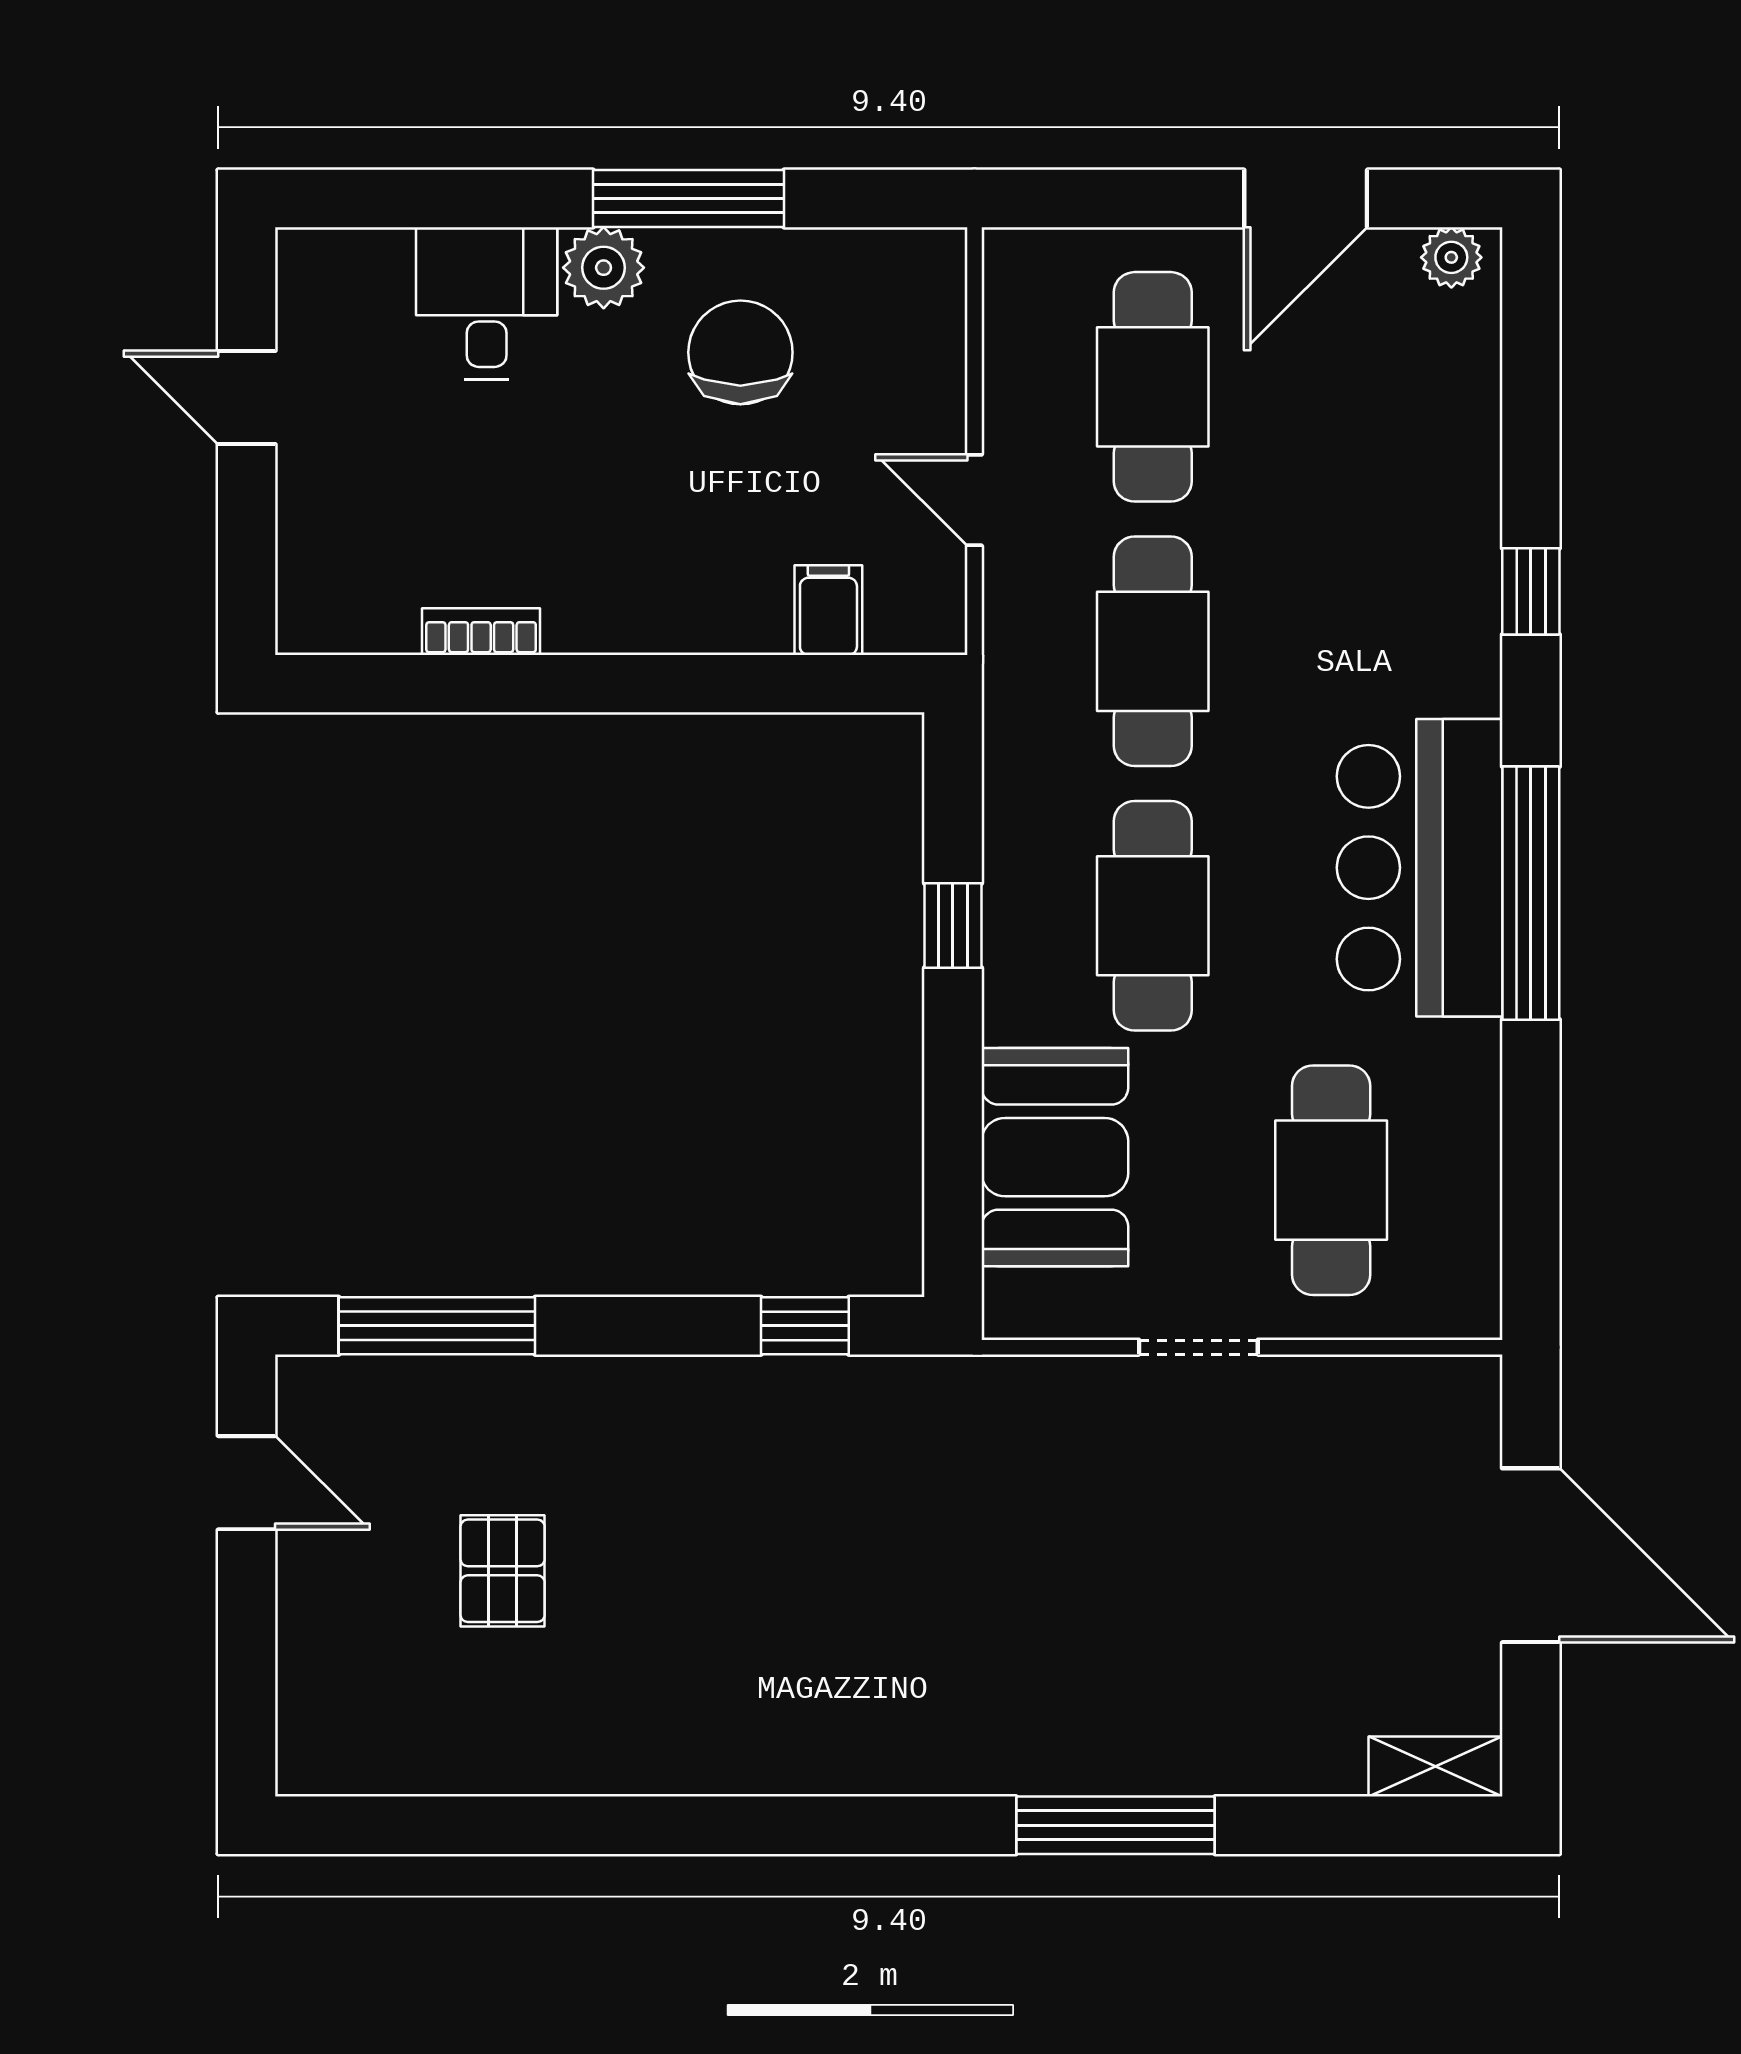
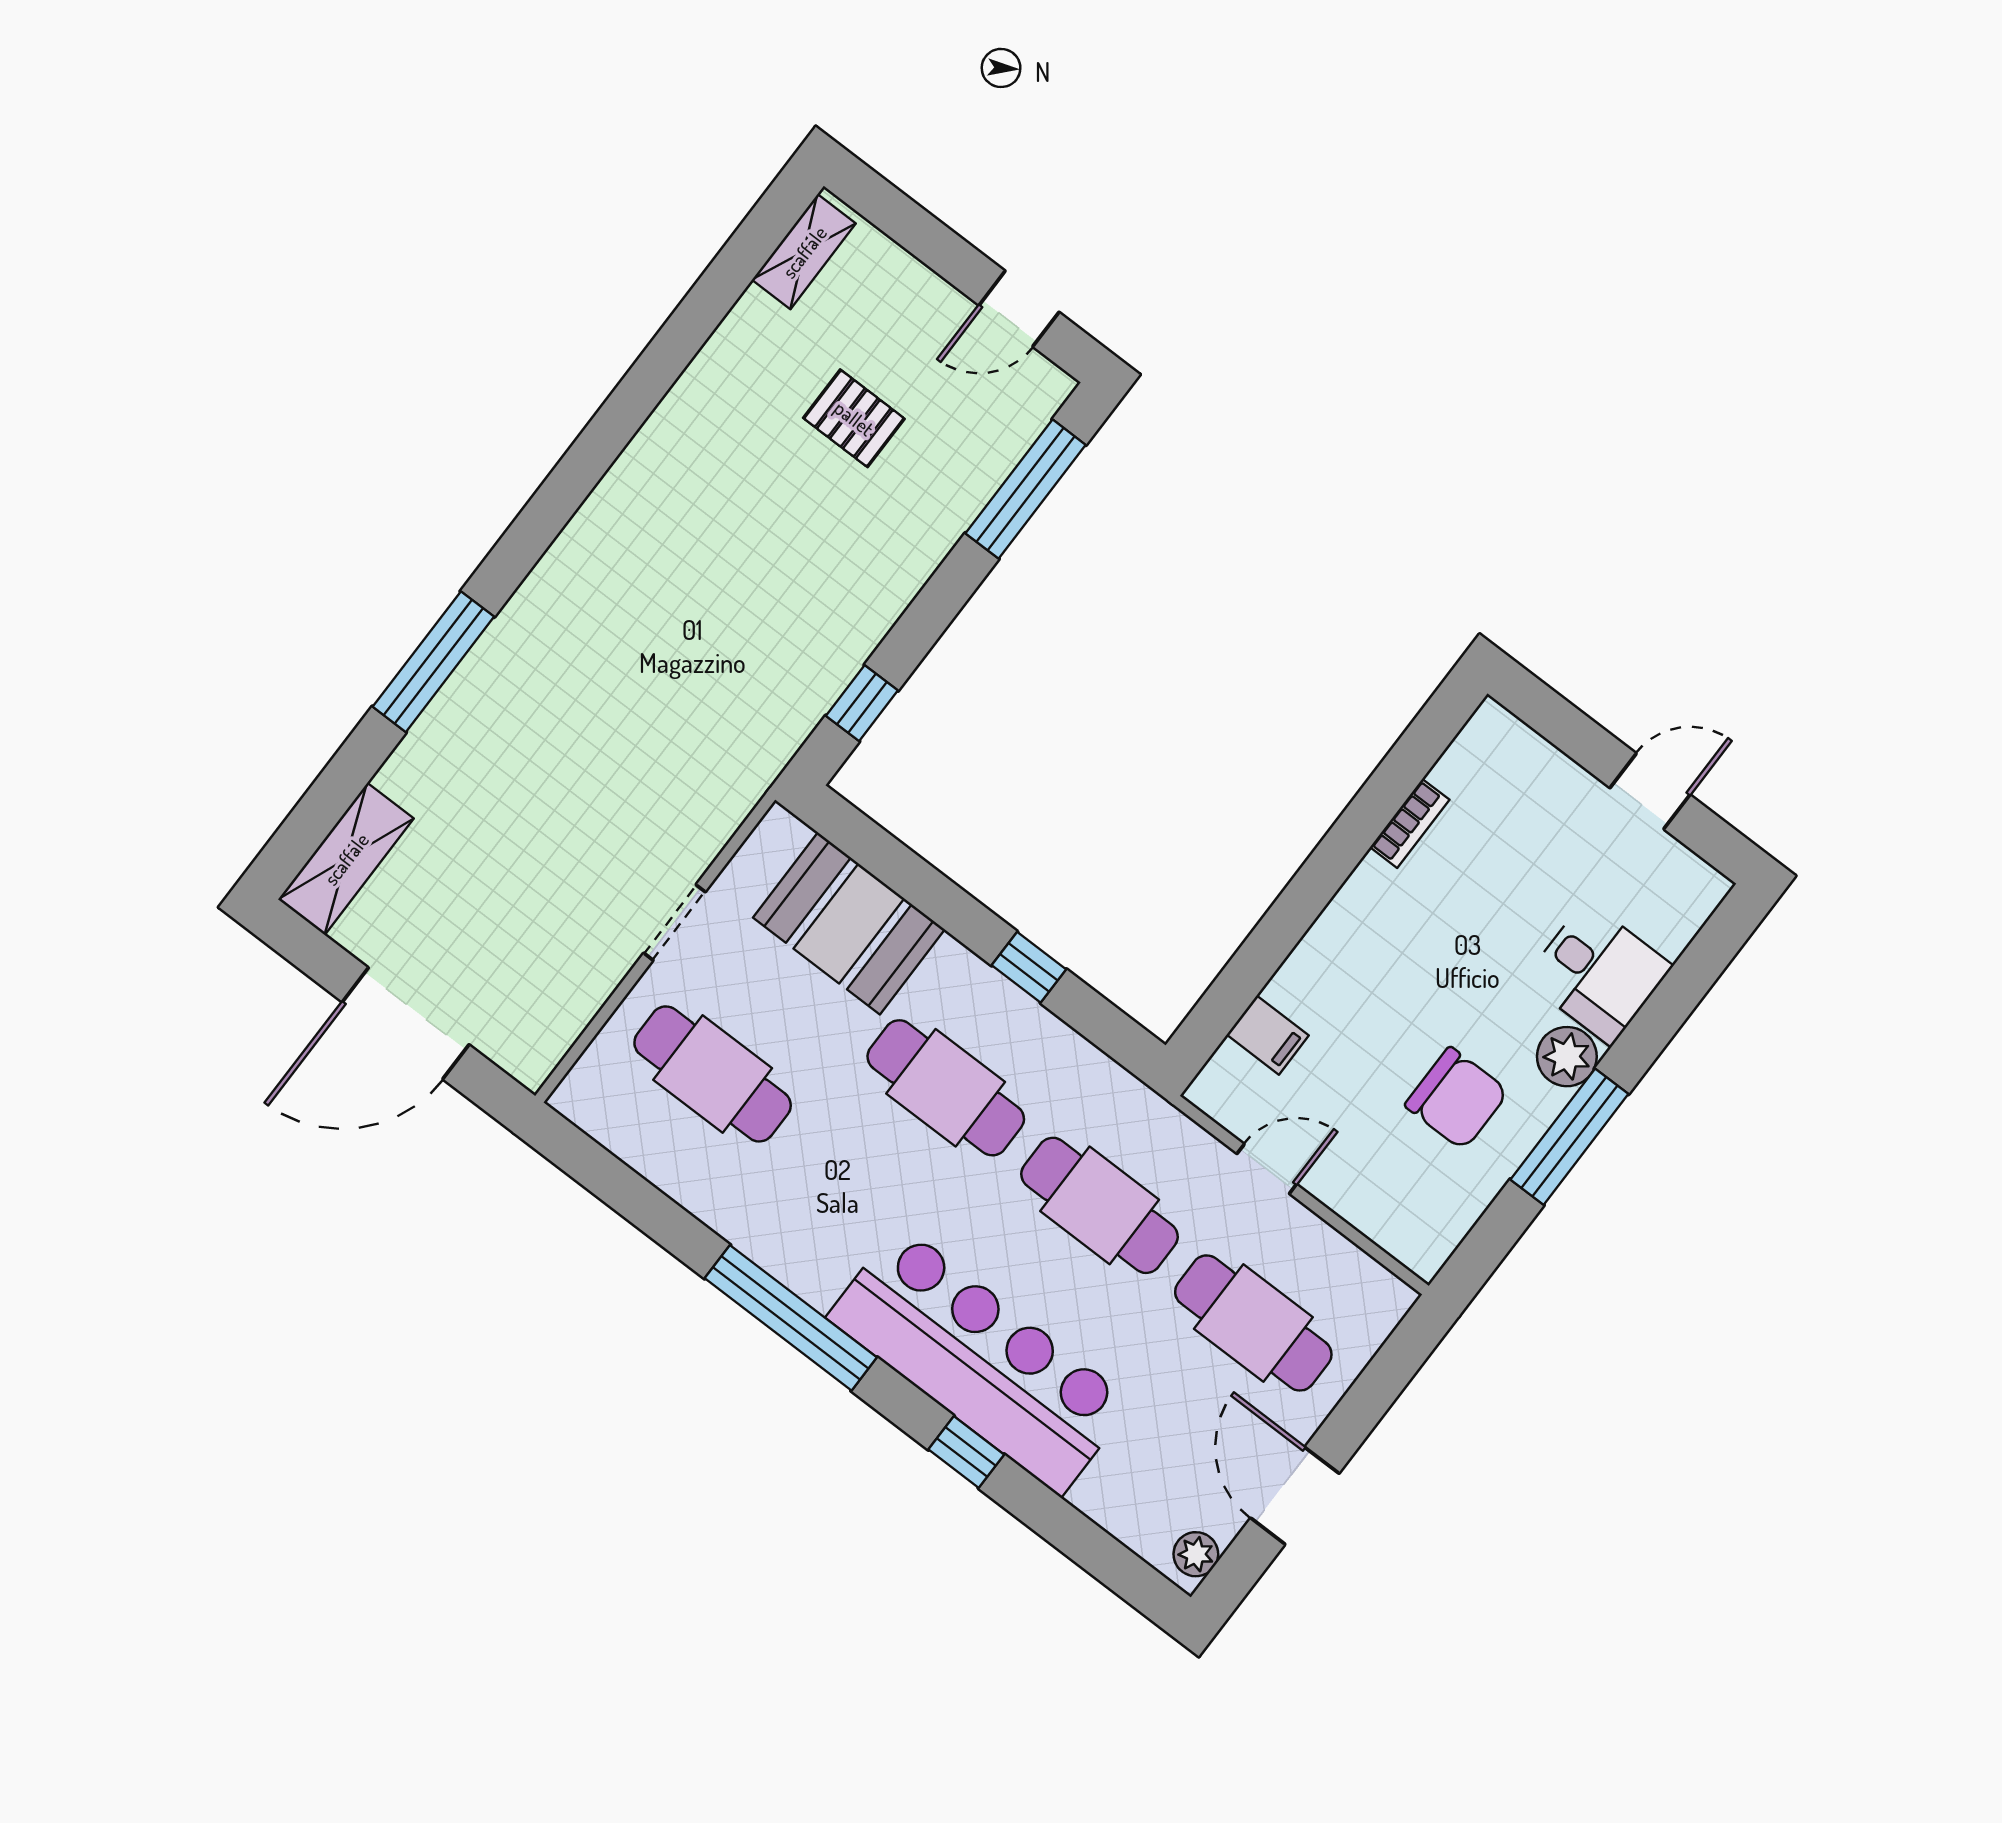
bar counter: (1420, 868) -> (980, 1360), moved, width x1.36
shelving: (363, 1763) -> (804, 252), added
shelving: (1435, 1767) -> (346, 859), width x1.50, depth x1.33

